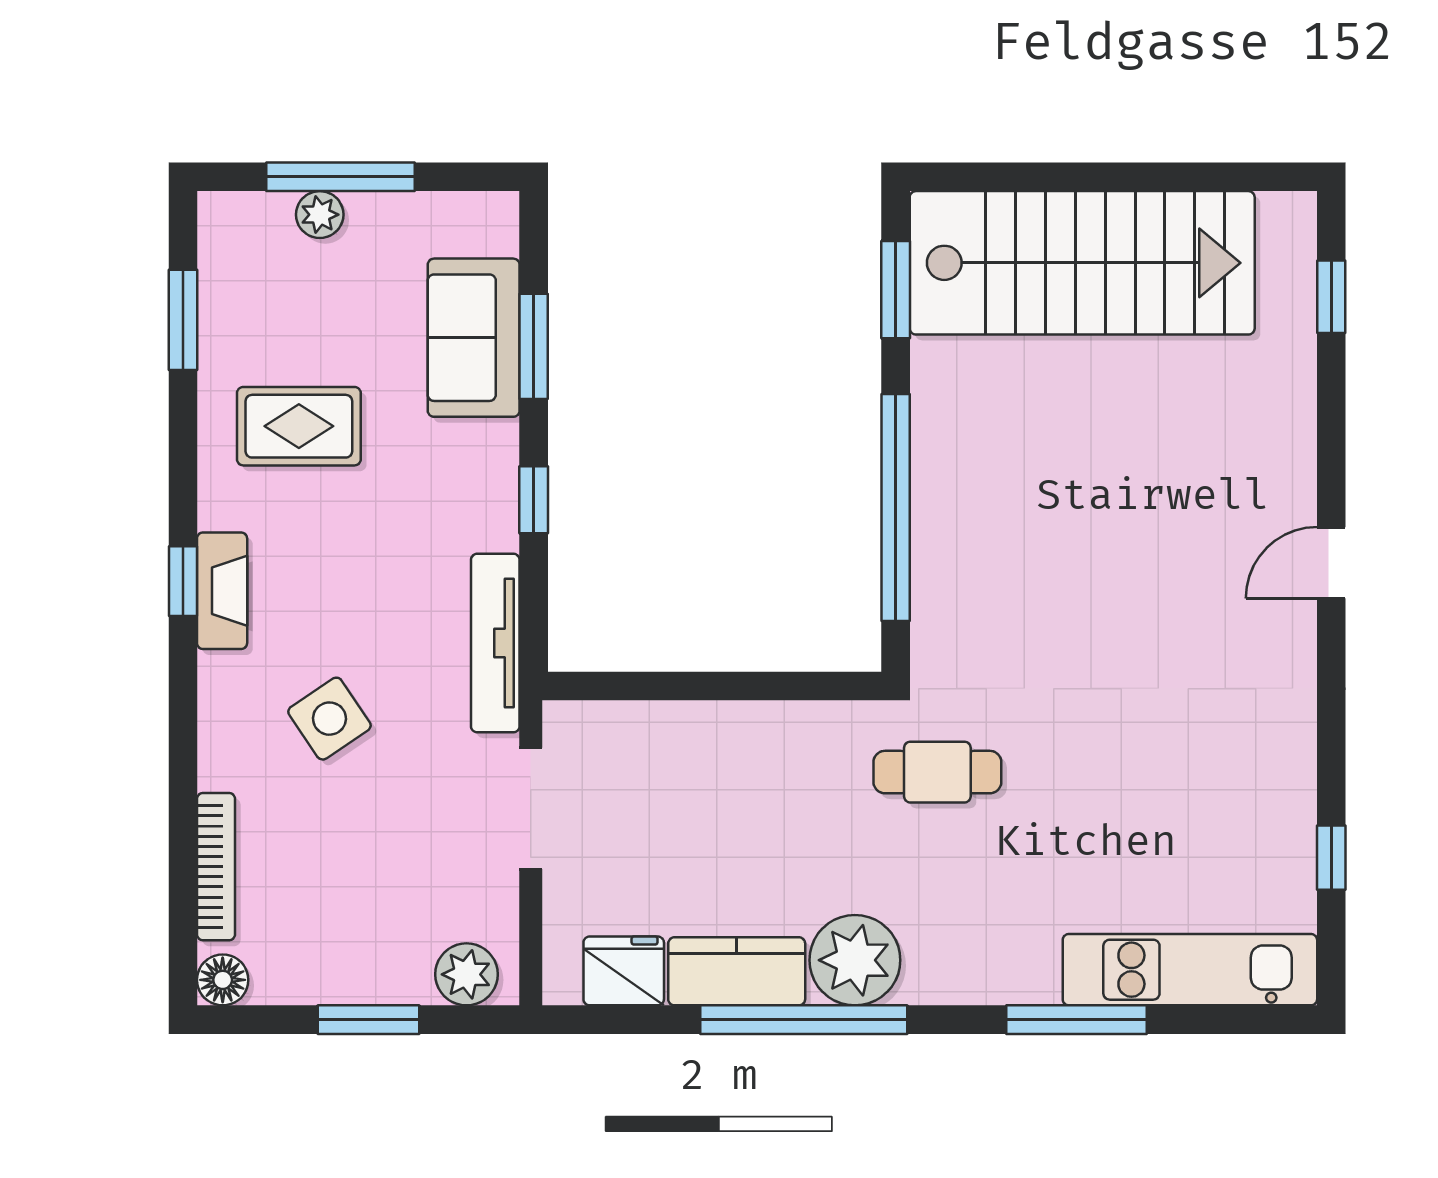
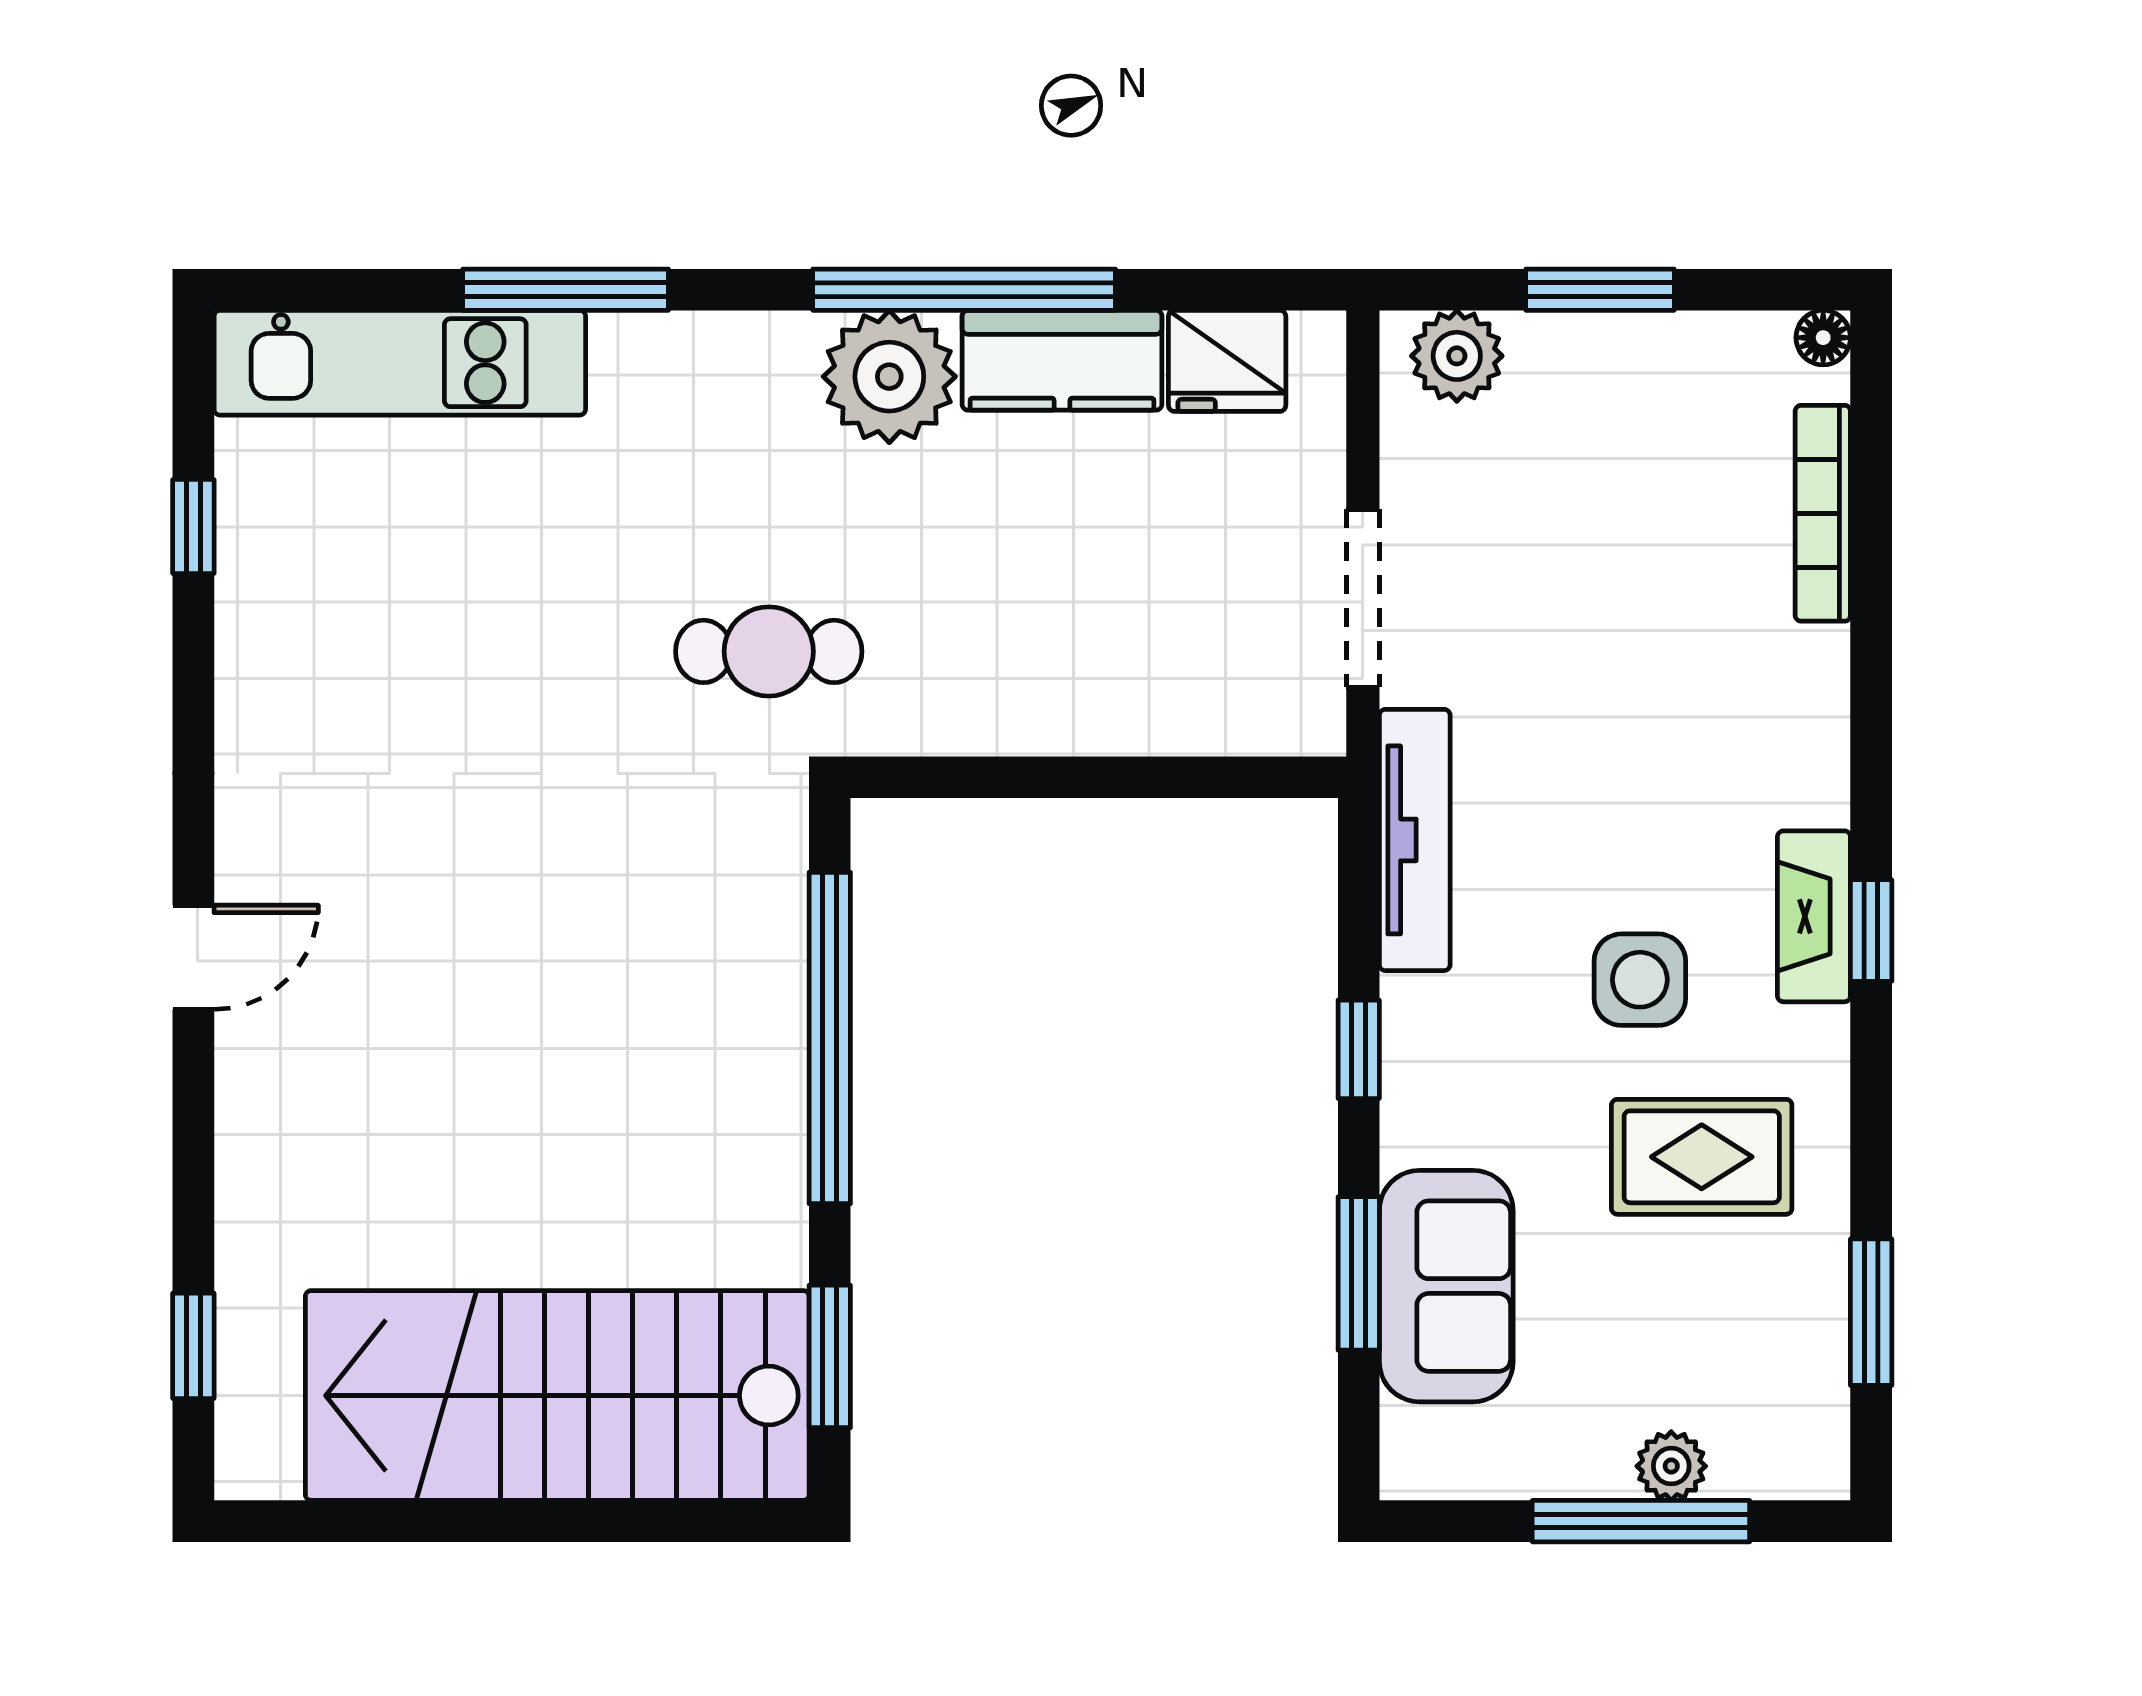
side table: (329, 719) -> (1640, 980), moved, turned 34
floor lamp: (223, 980) -> (1823, 338), width x0.73, depth x0.73

